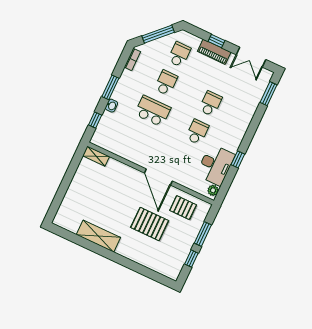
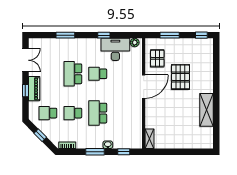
window: (158, 34) -> (40, 135), width x0.46
window: (269, 94) -> (65, 35), moved
school desk: (210, 104) -> (73, 74), width x1.85
window: (191, 259) -> (201, 35), moved

